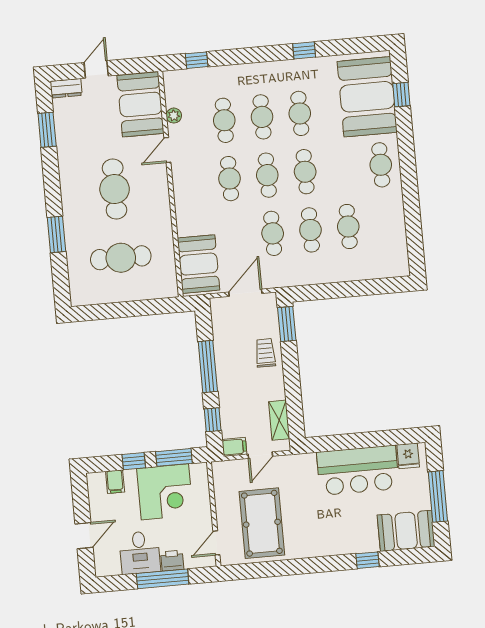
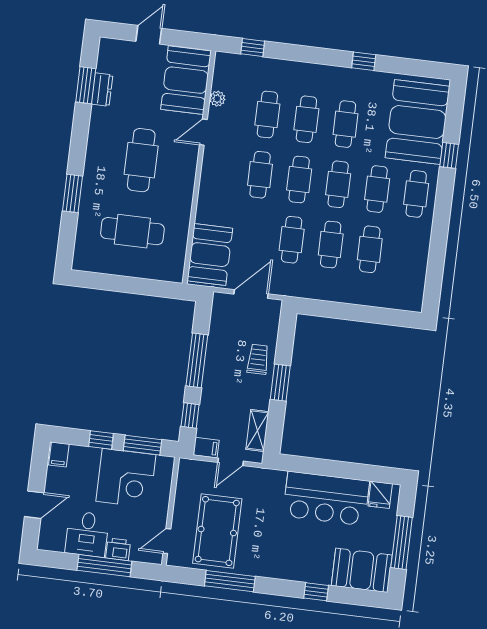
dresser: (66, 88) -> (102, 90), moved, turned -90
window: (401, 95) -> (449, 155), moved
cafe table: (343, 168) -> (377, 189), added
window: (287, 324) -> (280, 383), moved
filing cabinet: (115, 482) -> (59, 454), moved
window: (284, 568) -> (230, 581), added

